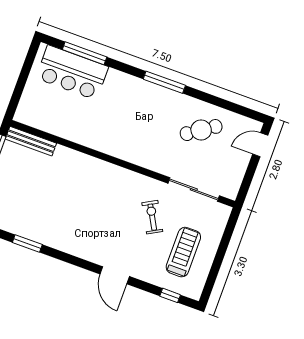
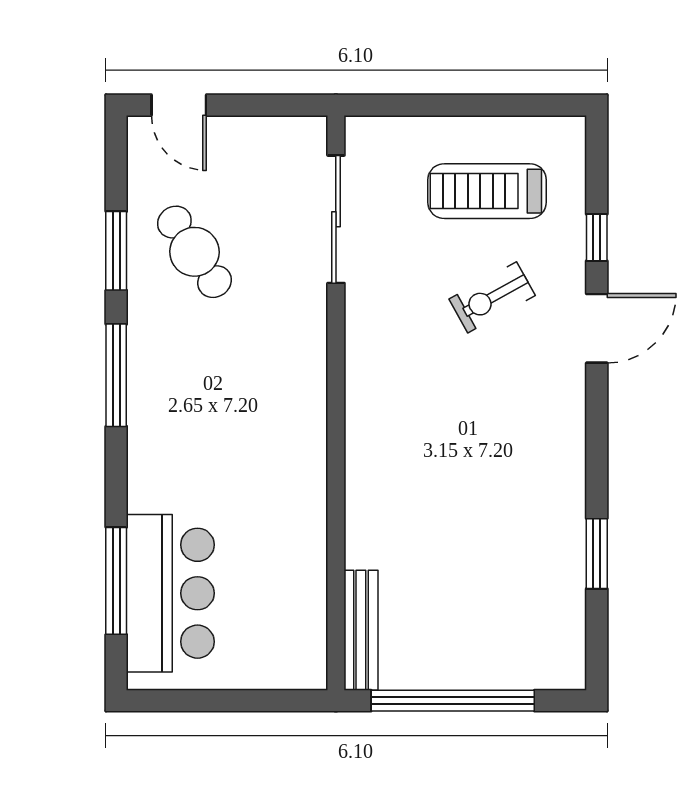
window: (213, 100) -> (116, 251), added
exercise bike: (152, 217) -> (492, 297), moved
window: (170, 295) -> (597, 237), moved

